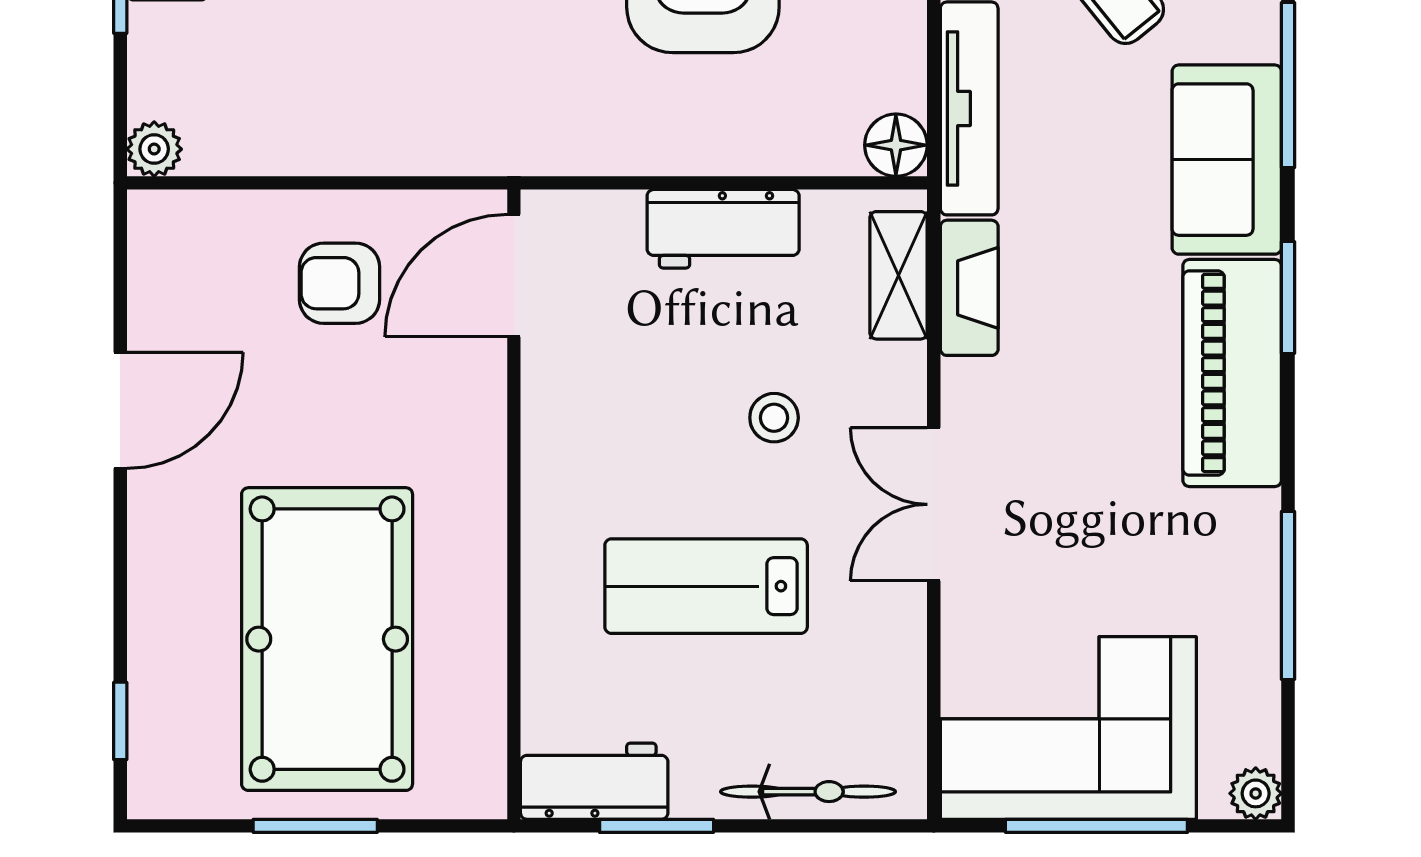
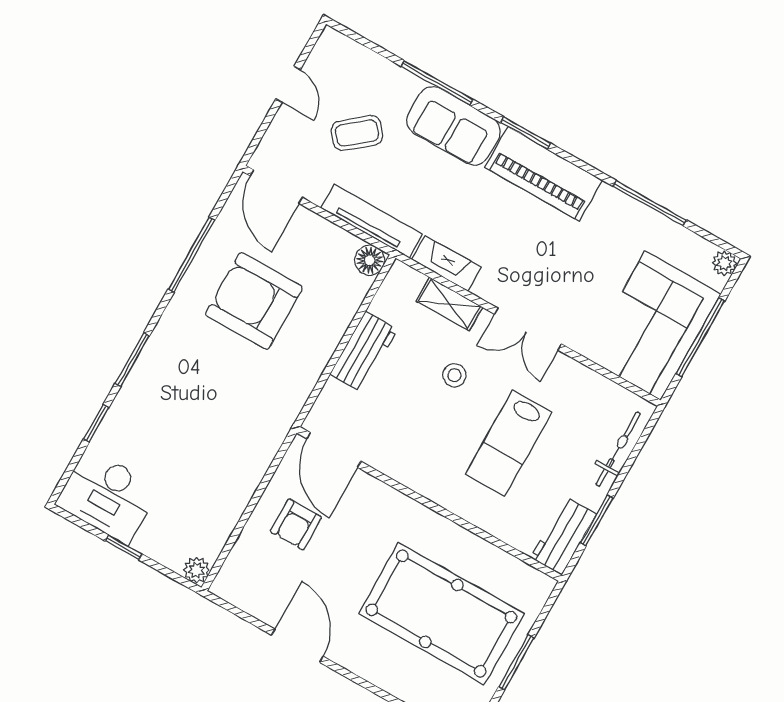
shelving: (899, 275) -> (449, 304), moved

